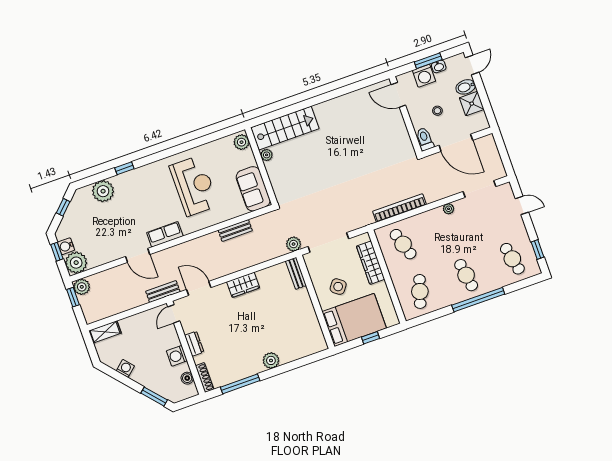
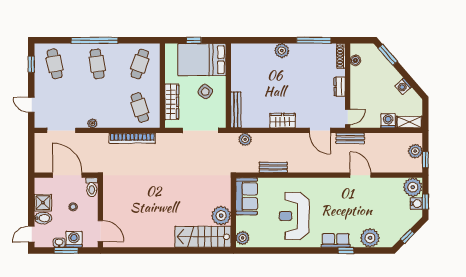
plant: (267, 155) -> (221, 216), width x1.88, depth x1.88
row of seats: (165, 234) -> (336, 240), moved, turned 180
plant: (294, 244) -> (245, 139), moved
bench: (296, 273) -> (236, 110), width x1.36
plant: (82, 287) -> (415, 151), moved
washing machine: (177, 356) -> (388, 121), moved, turned -90

